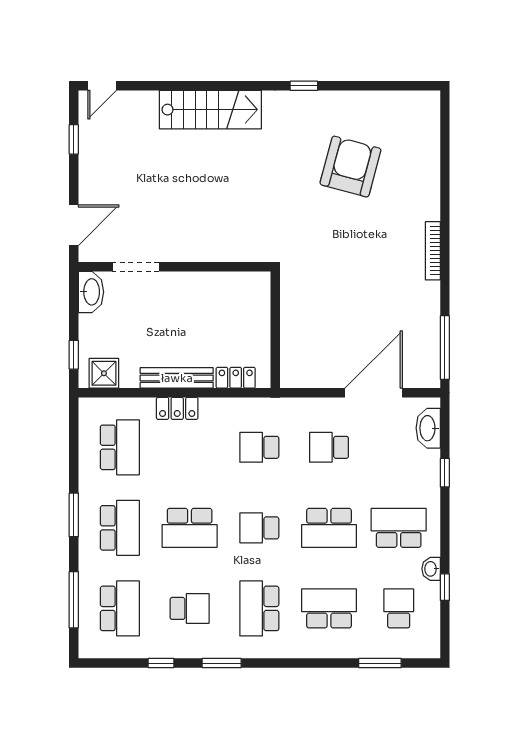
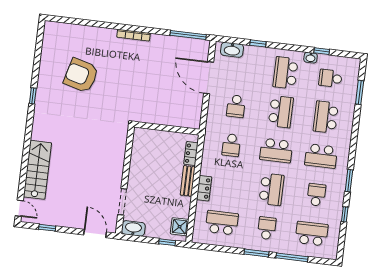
stairs: (210, 110) -> (37, 170), moved
bench: (177, 378) -> (188, 181), width x0.73
school desk: (120, 528) -> (267, 228), width x0.54
school desk: (259, 528) -> (276, 151), width x1.85
window: (74, 600) -> (292, 257), moved

